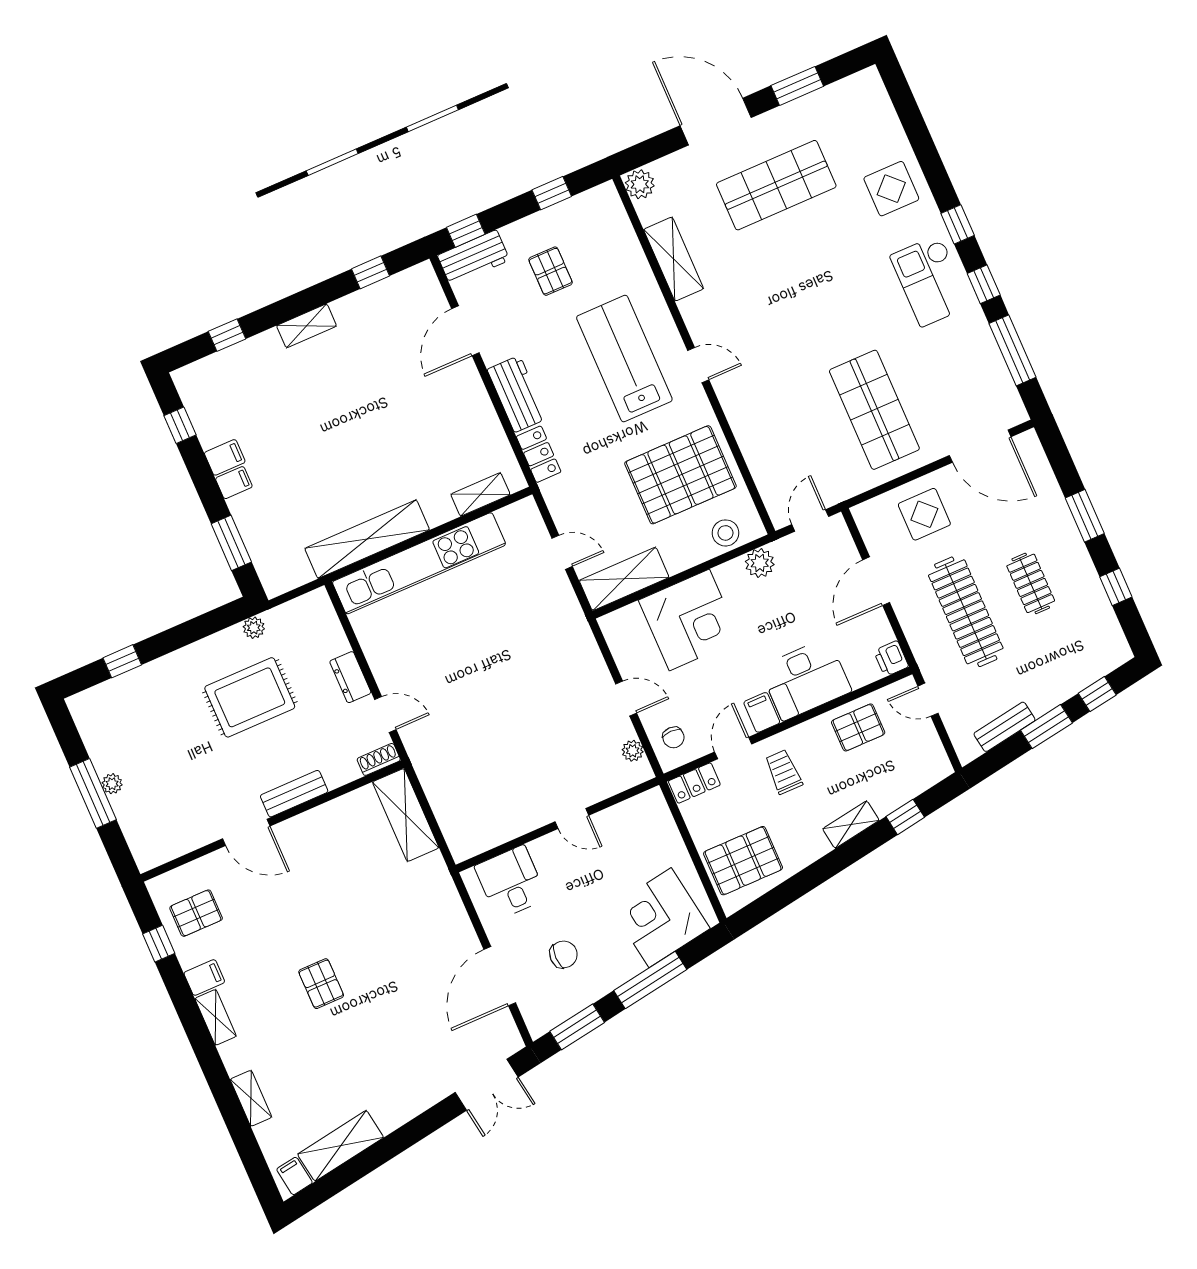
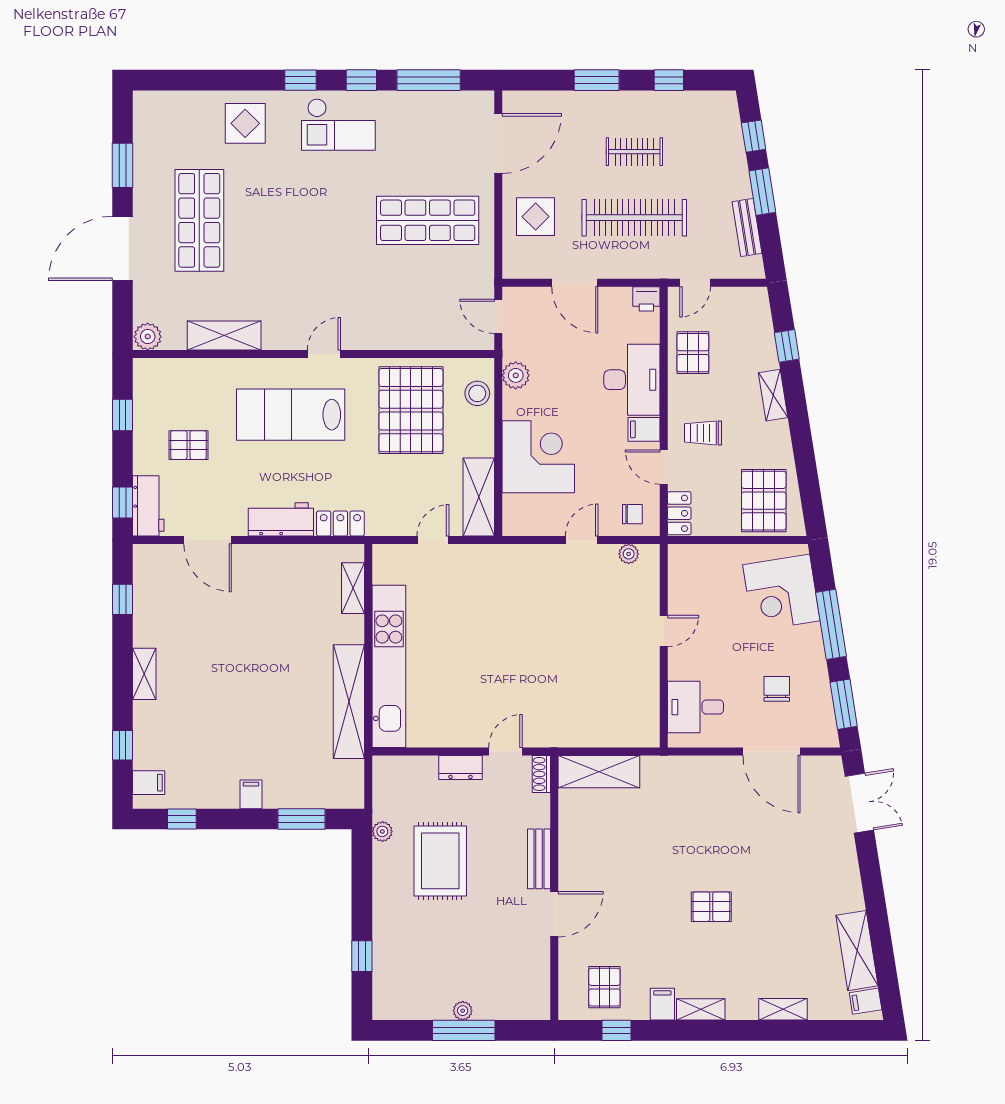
filing cabinet: (225, 457) -> (149, 783), moved, turned 90

